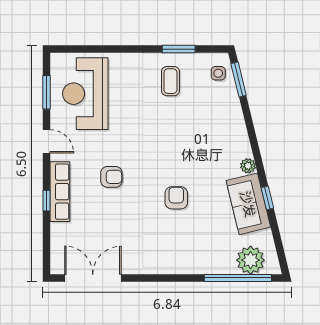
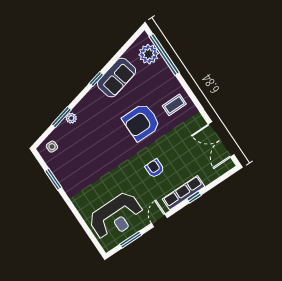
window: (239, 80) -> (61, 117), moved
coffee table: (170, 81) -> (174, 105), moved
plant: (248, 166) -> (71, 118), moved
armchair: (176, 198) -> (141, 122), width x1.88, depth x1.88
window: (267, 198) -> (96, 79), moved

